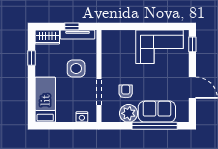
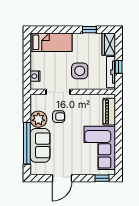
piano: (120, 37) -> (109, 112), added

